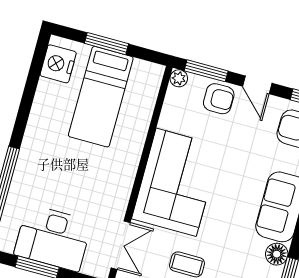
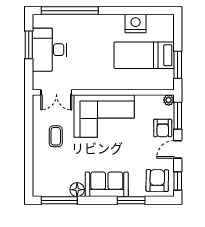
window: (106, 44) -> (178, 65), moved
nightstand: (58, 64) -> (136, 24), moved

